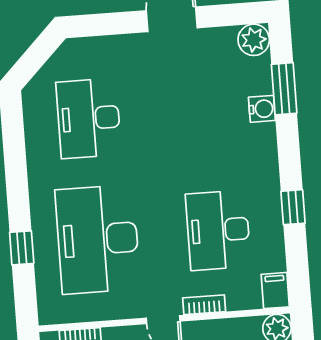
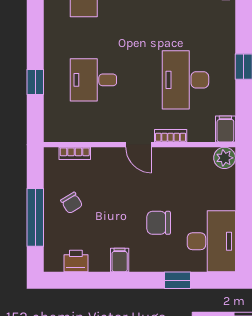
desk: (98, 239) -> (93, 80), width x0.53, depth x0.77

